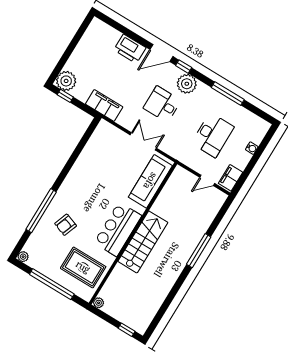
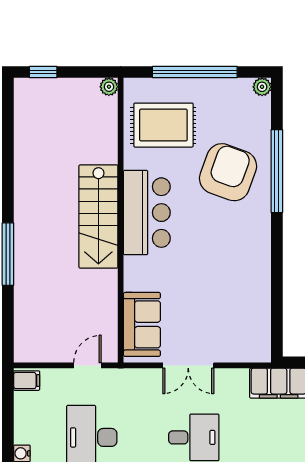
filing cabinet: (230, 178) -> (27, 381), width x0.50
door: (207, 180) -> (87, 365), moved
sofa: (150, 181) -> (142, 324), width x0.73
armchair: (66, 225) -> (228, 172), width x1.88, depth x1.88

